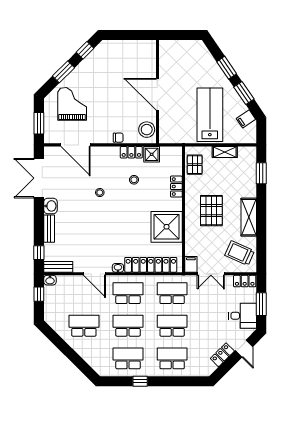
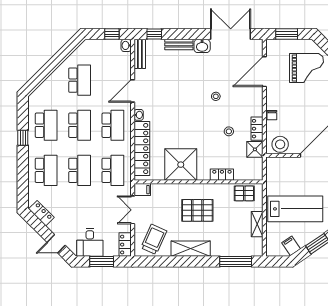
window: (261, 173) -> (236, 261), width x1.44
locker: (222, 355) -> (41, 213), moved

